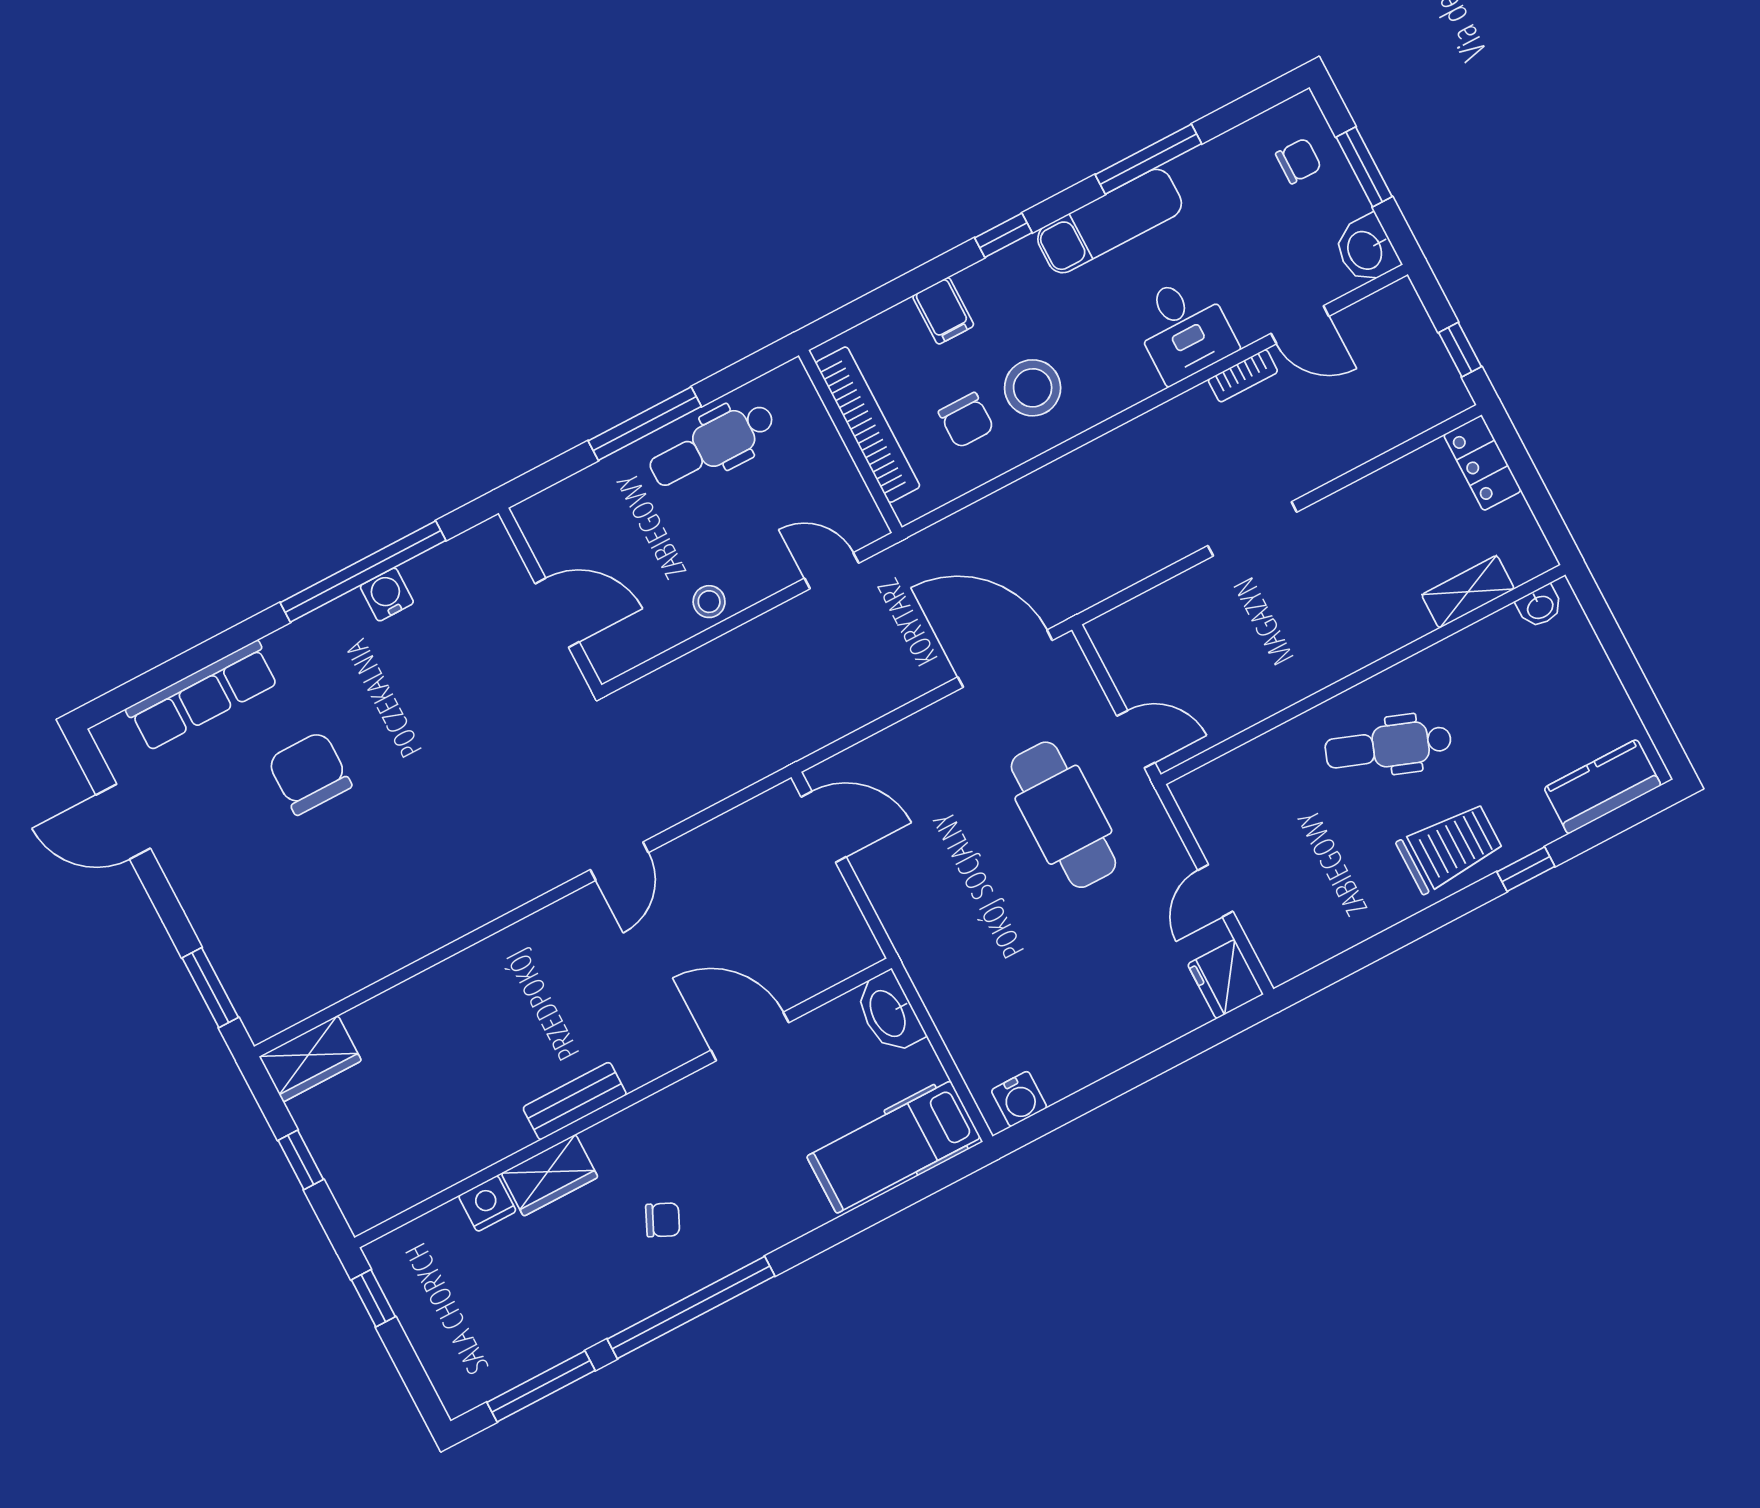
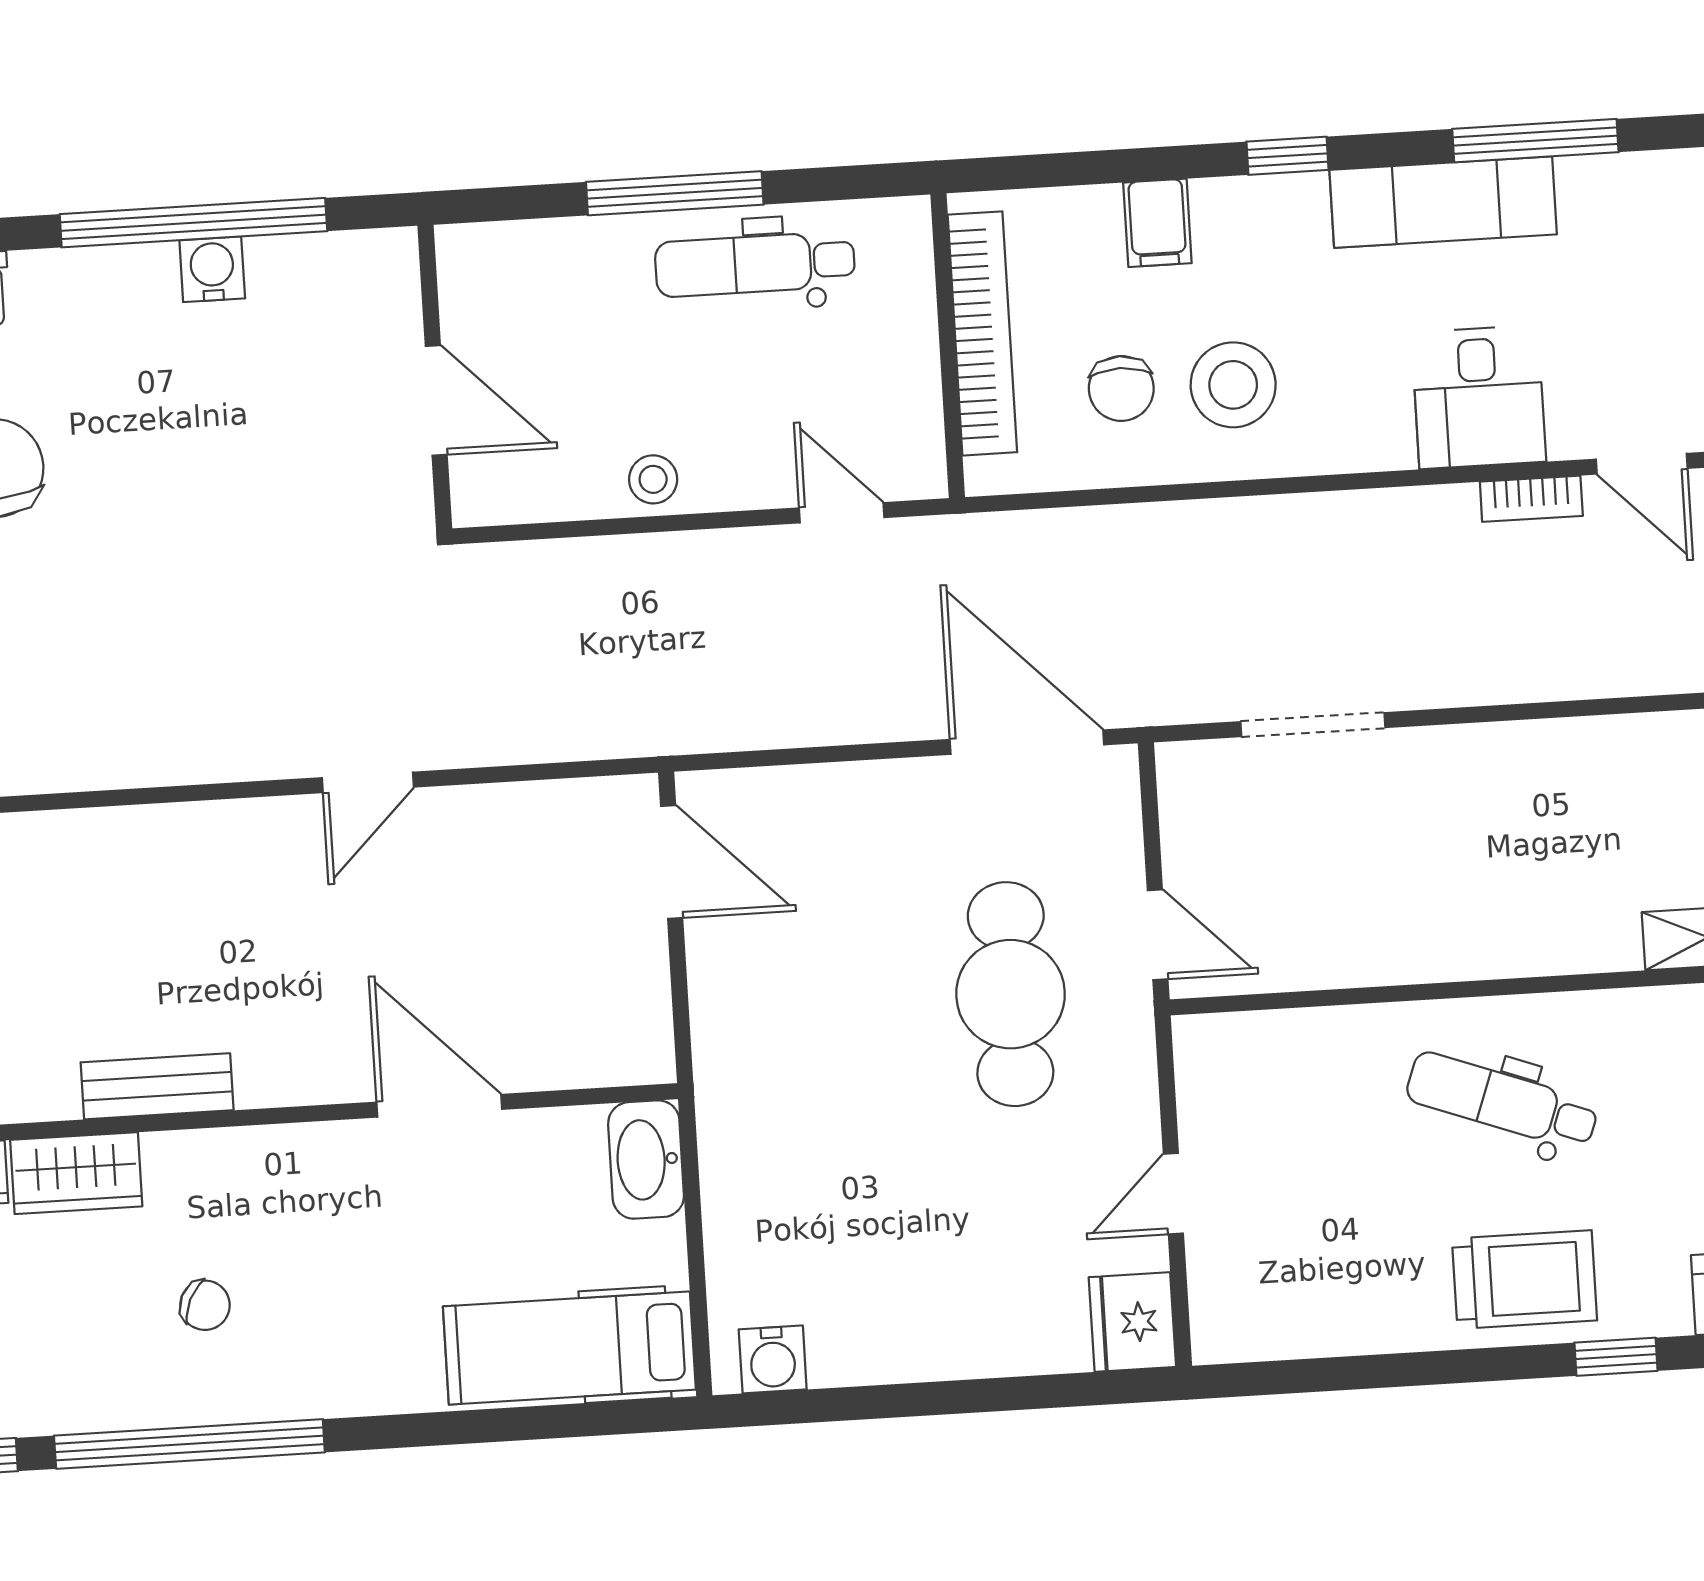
doorway: (1252, 529) -> (1313, 725), moved

